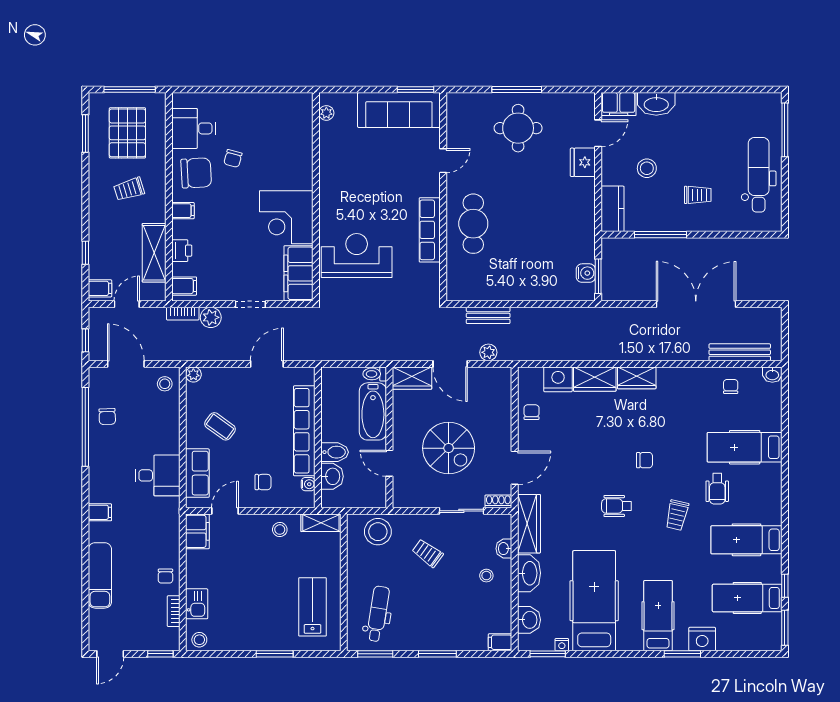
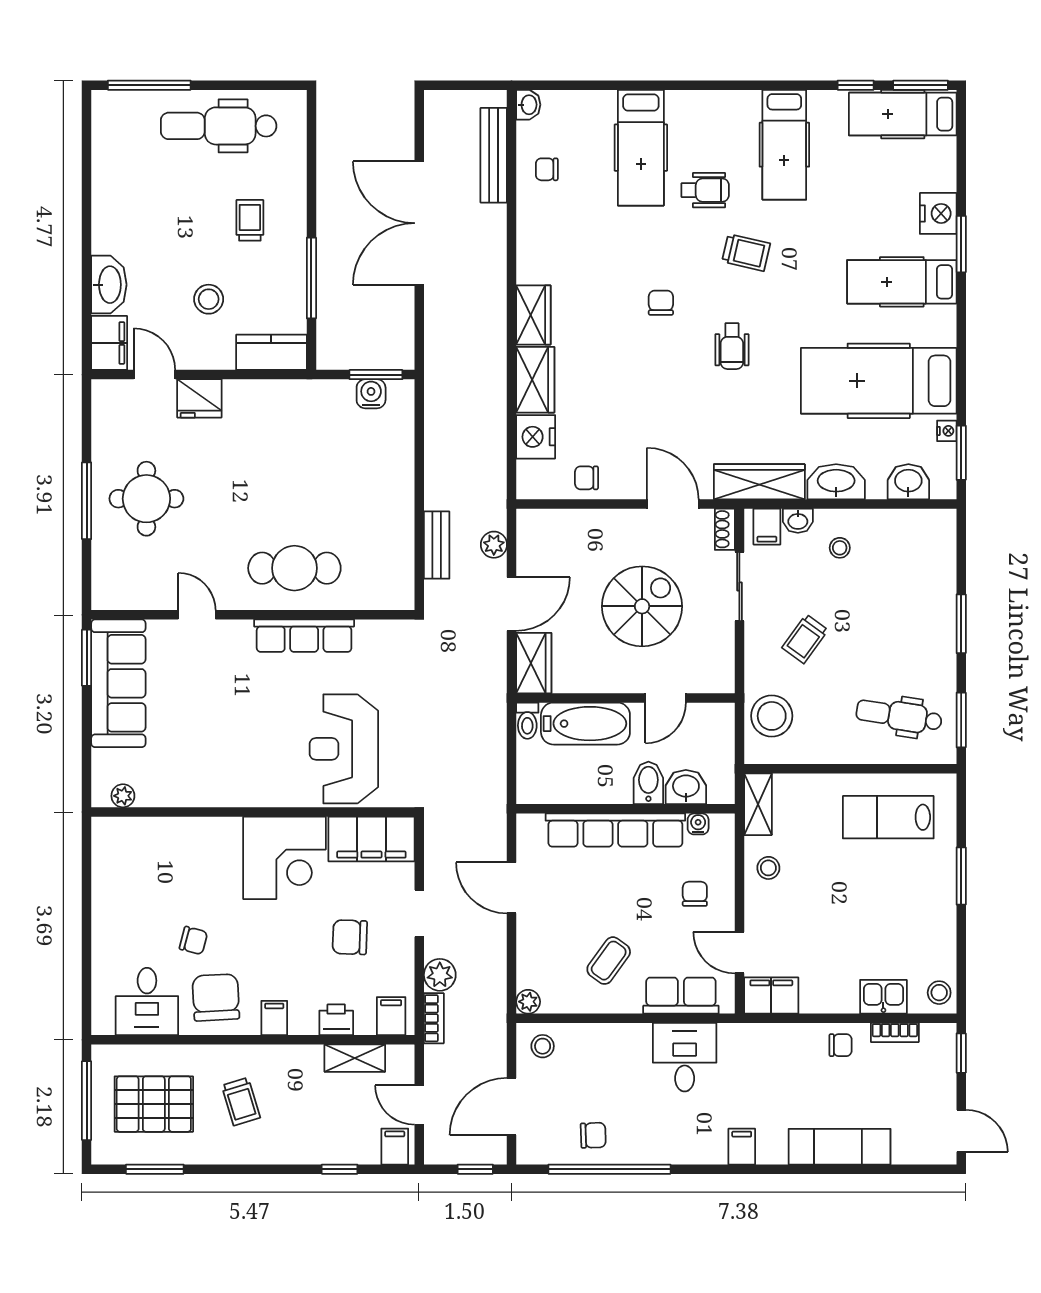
shelving: (154, 253) -> (355, 1058), width x0.67, depth x0.75
chair: (235, 259) -> (350, 937), added
hospital bed: (747, 598) -> (903, 114), moved, turned 90
filing cabinet: (500, 642) -> (767, 527), moved

